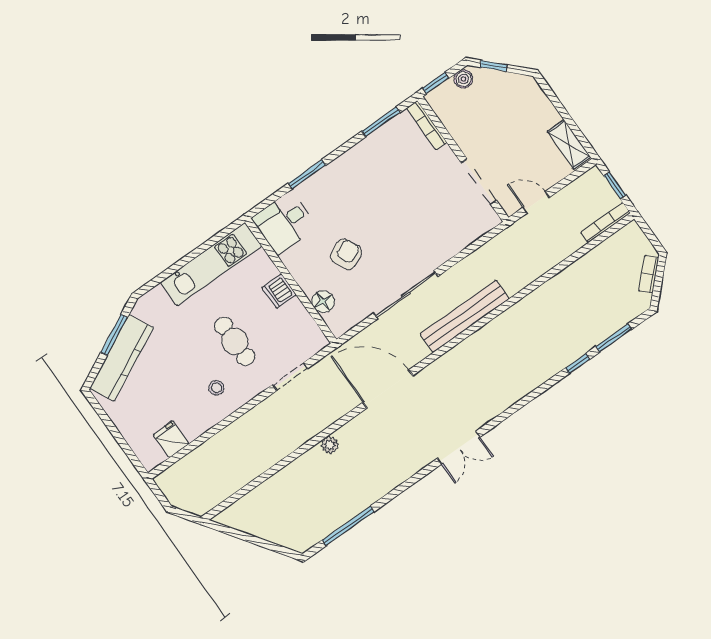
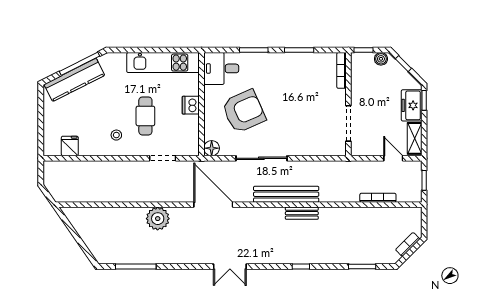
window: (548, 92) -> (424, 100), added
freezer: (538, 108) -> (412, 105), added
window: (381, 122) -> (299, 50), moved
door: (536, 202) -> (393, 158), moved
bookcase: (606, 223) -> (378, 198), moved
armchair: (346, 254) -> (244, 111), width x1.88, depth x1.88
floor lamp: (323, 302) -> (212, 148), moved
bench: (499, 326) -> (302, 213), added
window: (114, 335) -> (80, 64), width x1.44
window: (578, 364) -> (301, 267), moved
plant: (330, 445) -> (158, 219), width x1.88, depth x1.88

